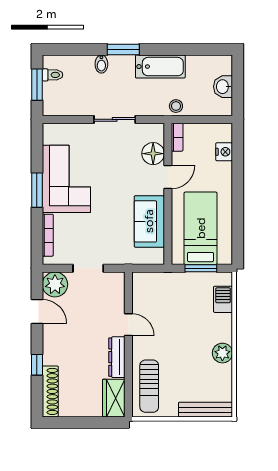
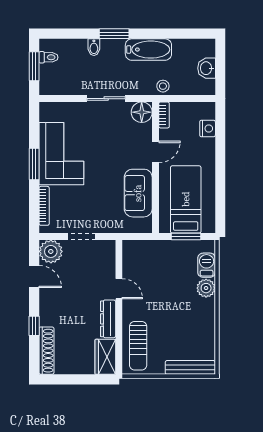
floor lamp: (153, 154) -> (142, 112), moved
plant: (222, 353) -> (206, 288), moved

